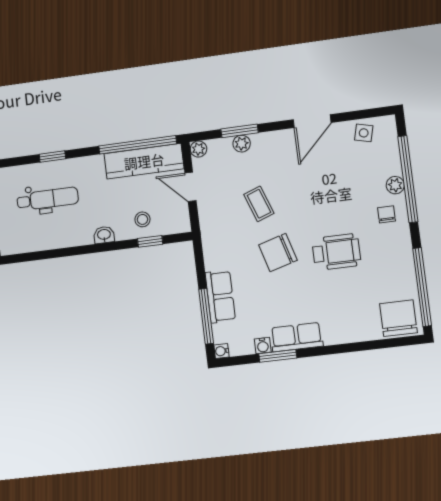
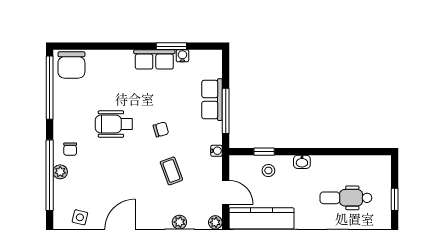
chair: (278, 253) -> (161, 129), width x0.54, depth x0.54
window: (206, 316) -> (226, 111), moved
water cooler: (221, 351) -> (216, 151), moved

